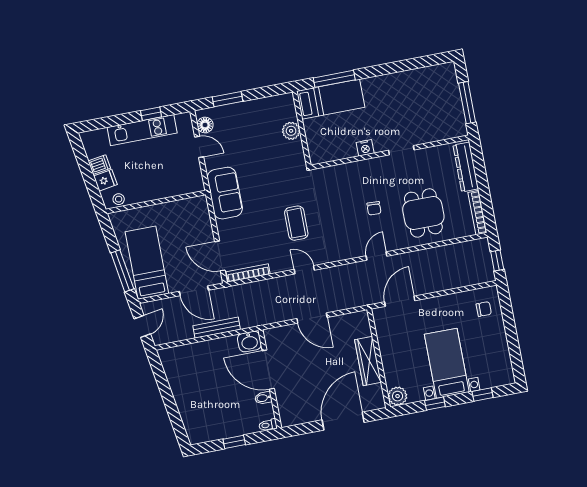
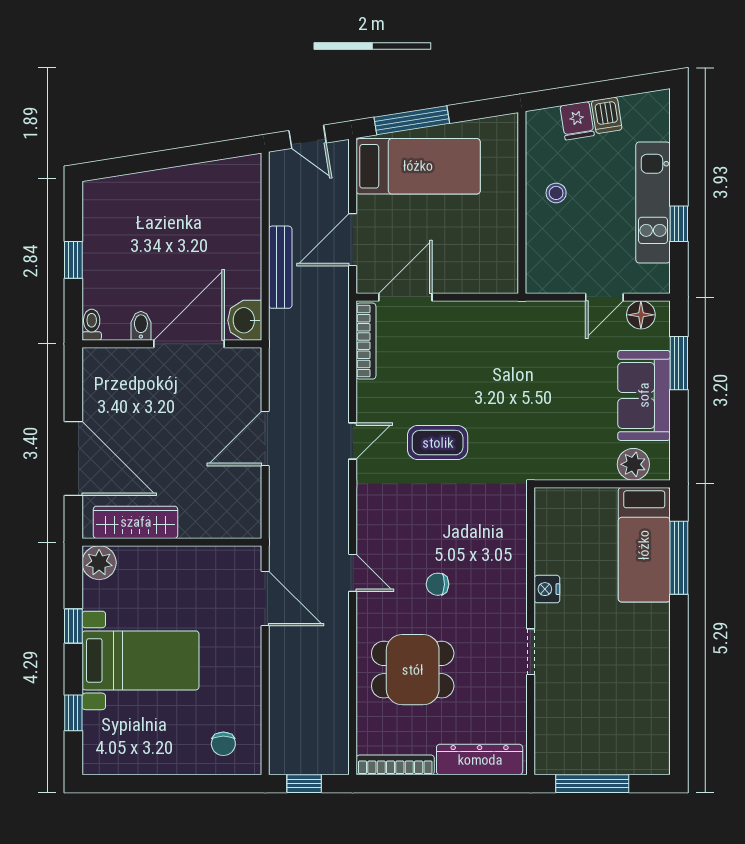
plant: (291, 131) -> (633, 464), moved
sofa: (225, 193) -> (644, 395), moved, turned 90
stool: (119, 199) -> (556, 193), moved
wardrobe: (368, 361) -> (136, 522), moved

